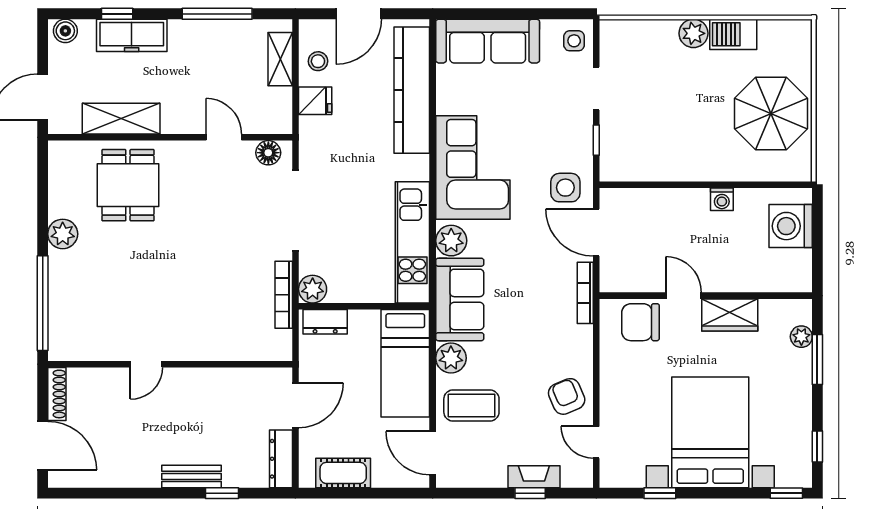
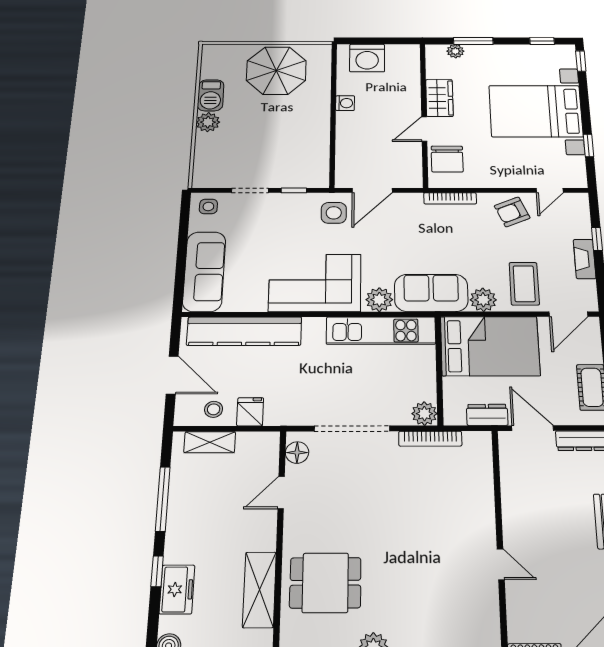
window: (117, 14) -> (157, 571), moved
freezer: (132, 35) -> (177, 589), width x0.71
bookcase: (585, 293) -> (450, 198), moved
dresser: (325, 322) -> (487, 415), moved, turned -90
bed: (405, 363) -> (490, 346), width x1.50
fireplace: (534, 477) -> (585, 259), moved

